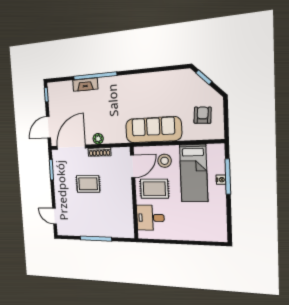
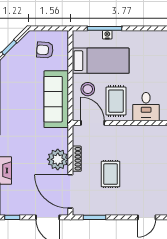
plant: (98, 139) -> (58, 159), width x1.88, depth x1.88

